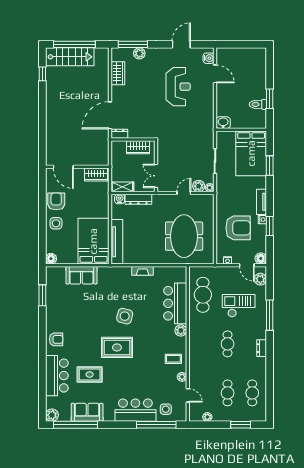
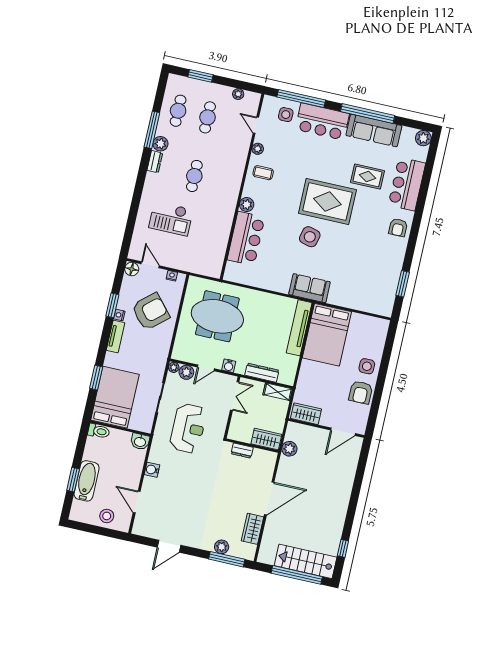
stool: (236, 57) -> (107, 516), added
water cooler: (209, 58) -> (152, 470), moved
bathtub: (259, 82) -> (87, 481), added
reception desk: (178, 87) -> (188, 428), moved, turned 180
window: (270, 99) -> (73, 480), moved
toilet: (258, 104) -> (99, 431), moved
door: (110, 115) -> (269, 498), moved
dresser: (119, 134) -> (242, 451), moved
plant: (103, 144) -> (289, 449), added
wardrobe: (138, 147) -> (266, 439), moved
door: (63, 167) -> (343, 432), swing flipped
water cooler: (120, 199) -> (229, 366), moved
armchair: (238, 228) -> (151, 312), turned 139
meeting table: (184, 236) -> (217, 316), turned 90
floor lamp: (51, 259) -> (382, 325), removed
fireplace: (143, 271) -> (276, 286), removed
sofa: (81, 275) -> (309, 288), moved
plant: (260, 279) -> (160, 144), moved
cafe table: (203, 295) -> (211, 241), removed
window: (270, 315) -> (152, 130), moved
armchair: (56, 339) -> (398, 228), turned -90
rug: (117, 347) -> (327, 201), width x1.37, depth x1.44
sofa: (87, 412) -> (374, 130), width x1.36
window: (75, 425) -> (368, 113), moved

